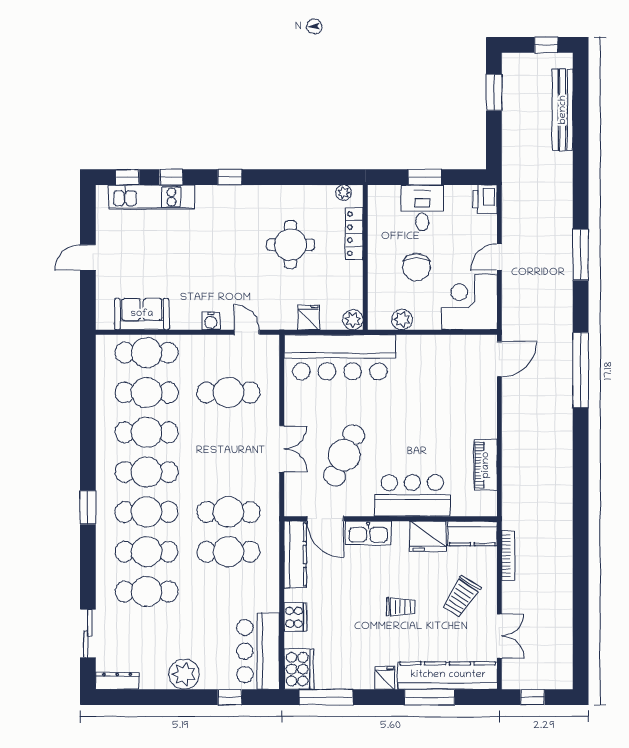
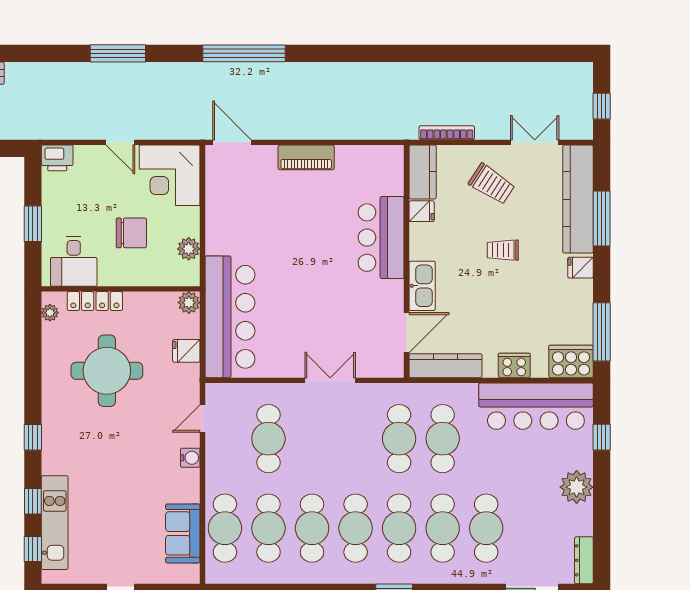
desk: (422, 208) -> (74, 261), moved, turned -90
round table: (290, 245) -> (107, 371), width x1.36, depth x1.36
cafe table: (344, 455) -> (337, 312), removed
piano: (486, 465) -> (306, 157), moved
fridge: (428, 536) -> (422, 211), width x0.53, depth x0.75
trolley: (401, 607) -> (503, 250), turned -90
bar counter: (258, 651) -> (536, 406), width x1.36

